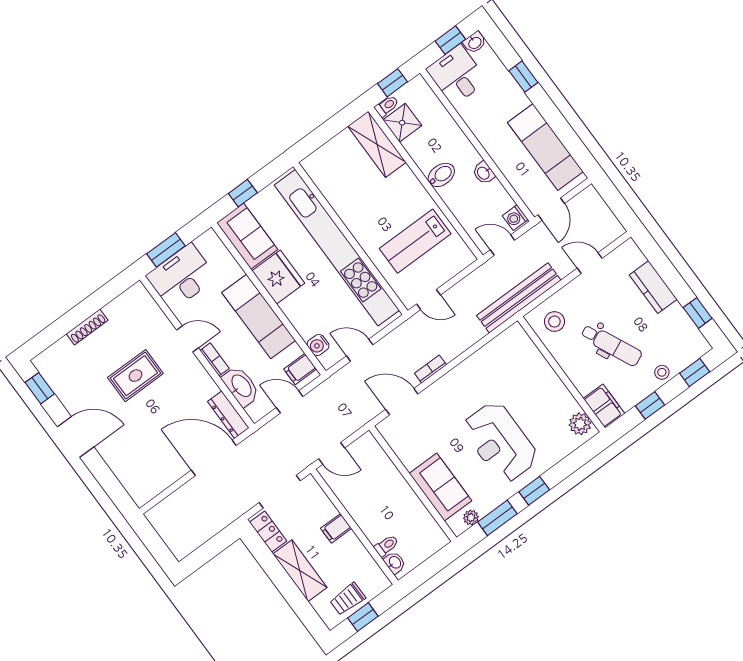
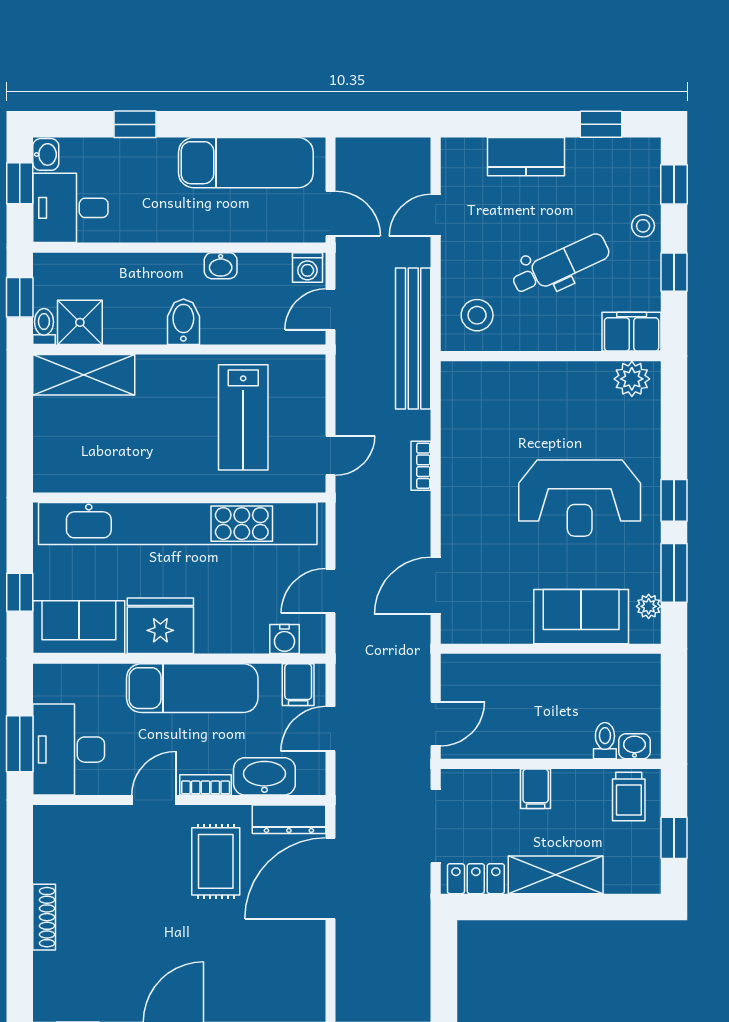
bookcase: (430, 369) -> (421, 466), moved
rug: (135, 376) -> (216, 861), moved
trolley: (348, 599) -> (629, 797), moved

